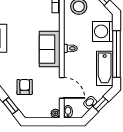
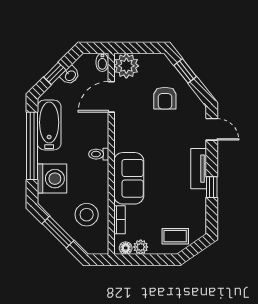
sofa: (50, 49) -> (129, 178), moved
door: (62, 88) -> (111, 97), hinge flipped
plant: (55, 113) -> (126, 66), width x1.88, depth x1.88

